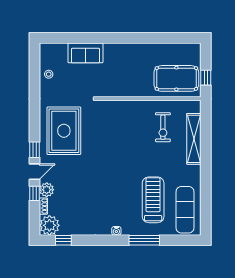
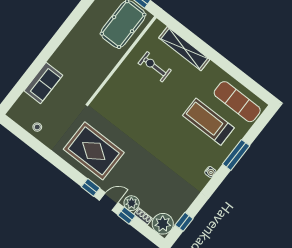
exercise bike: (163, 127) -> (155, 67), turned 180
door: (35, 172) -> (109, 202), hinge flipped

